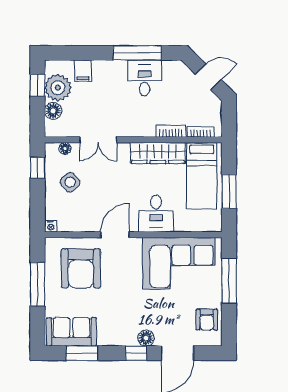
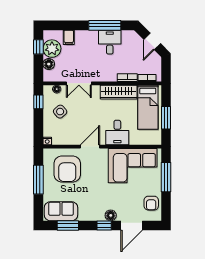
door: (208, 77) -> (152, 41), swing flipped

